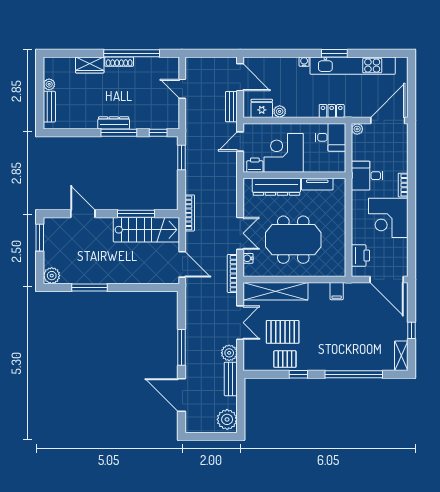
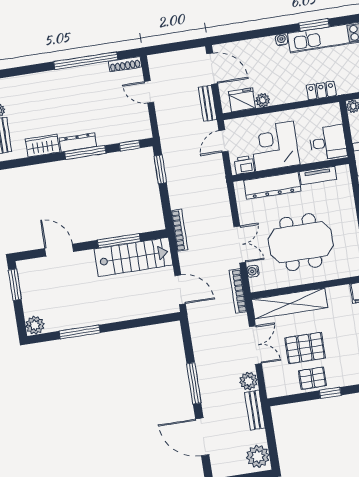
shoe rack: (119, 62) -> (125, 64), moved
wardrobe: (90, 65) -> (43, 146), moved, turned 180
desk: (331, 137) -> (328, 142), moved

